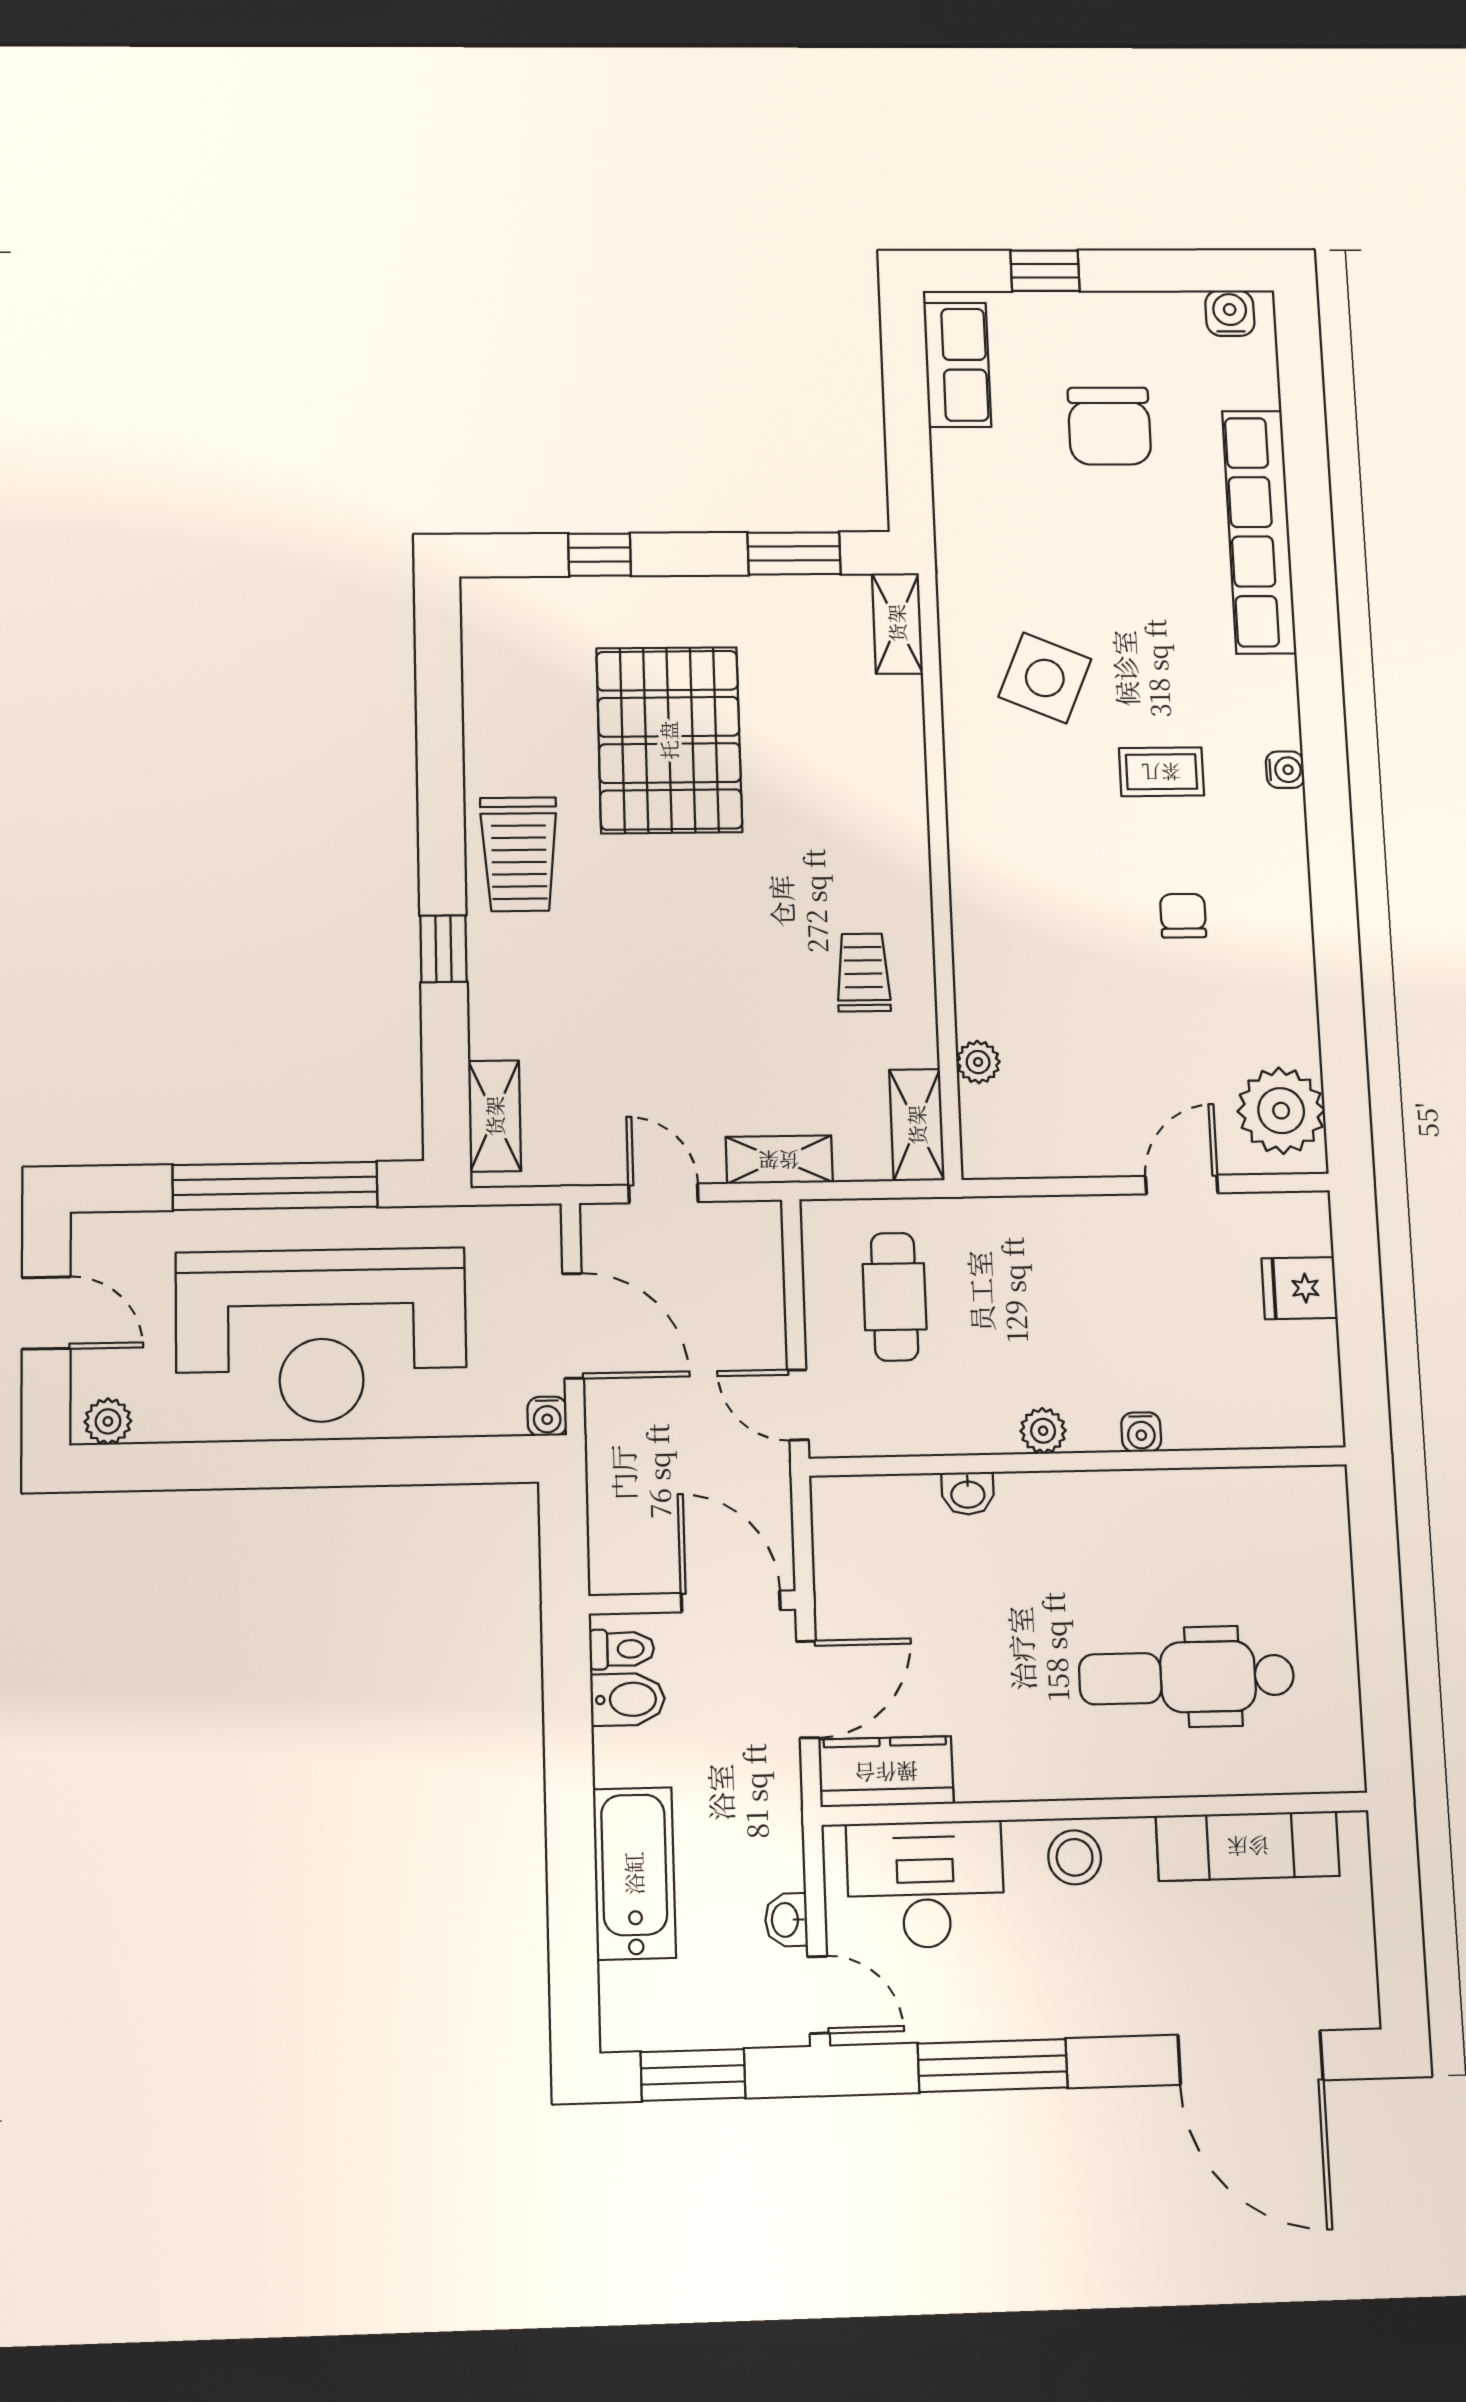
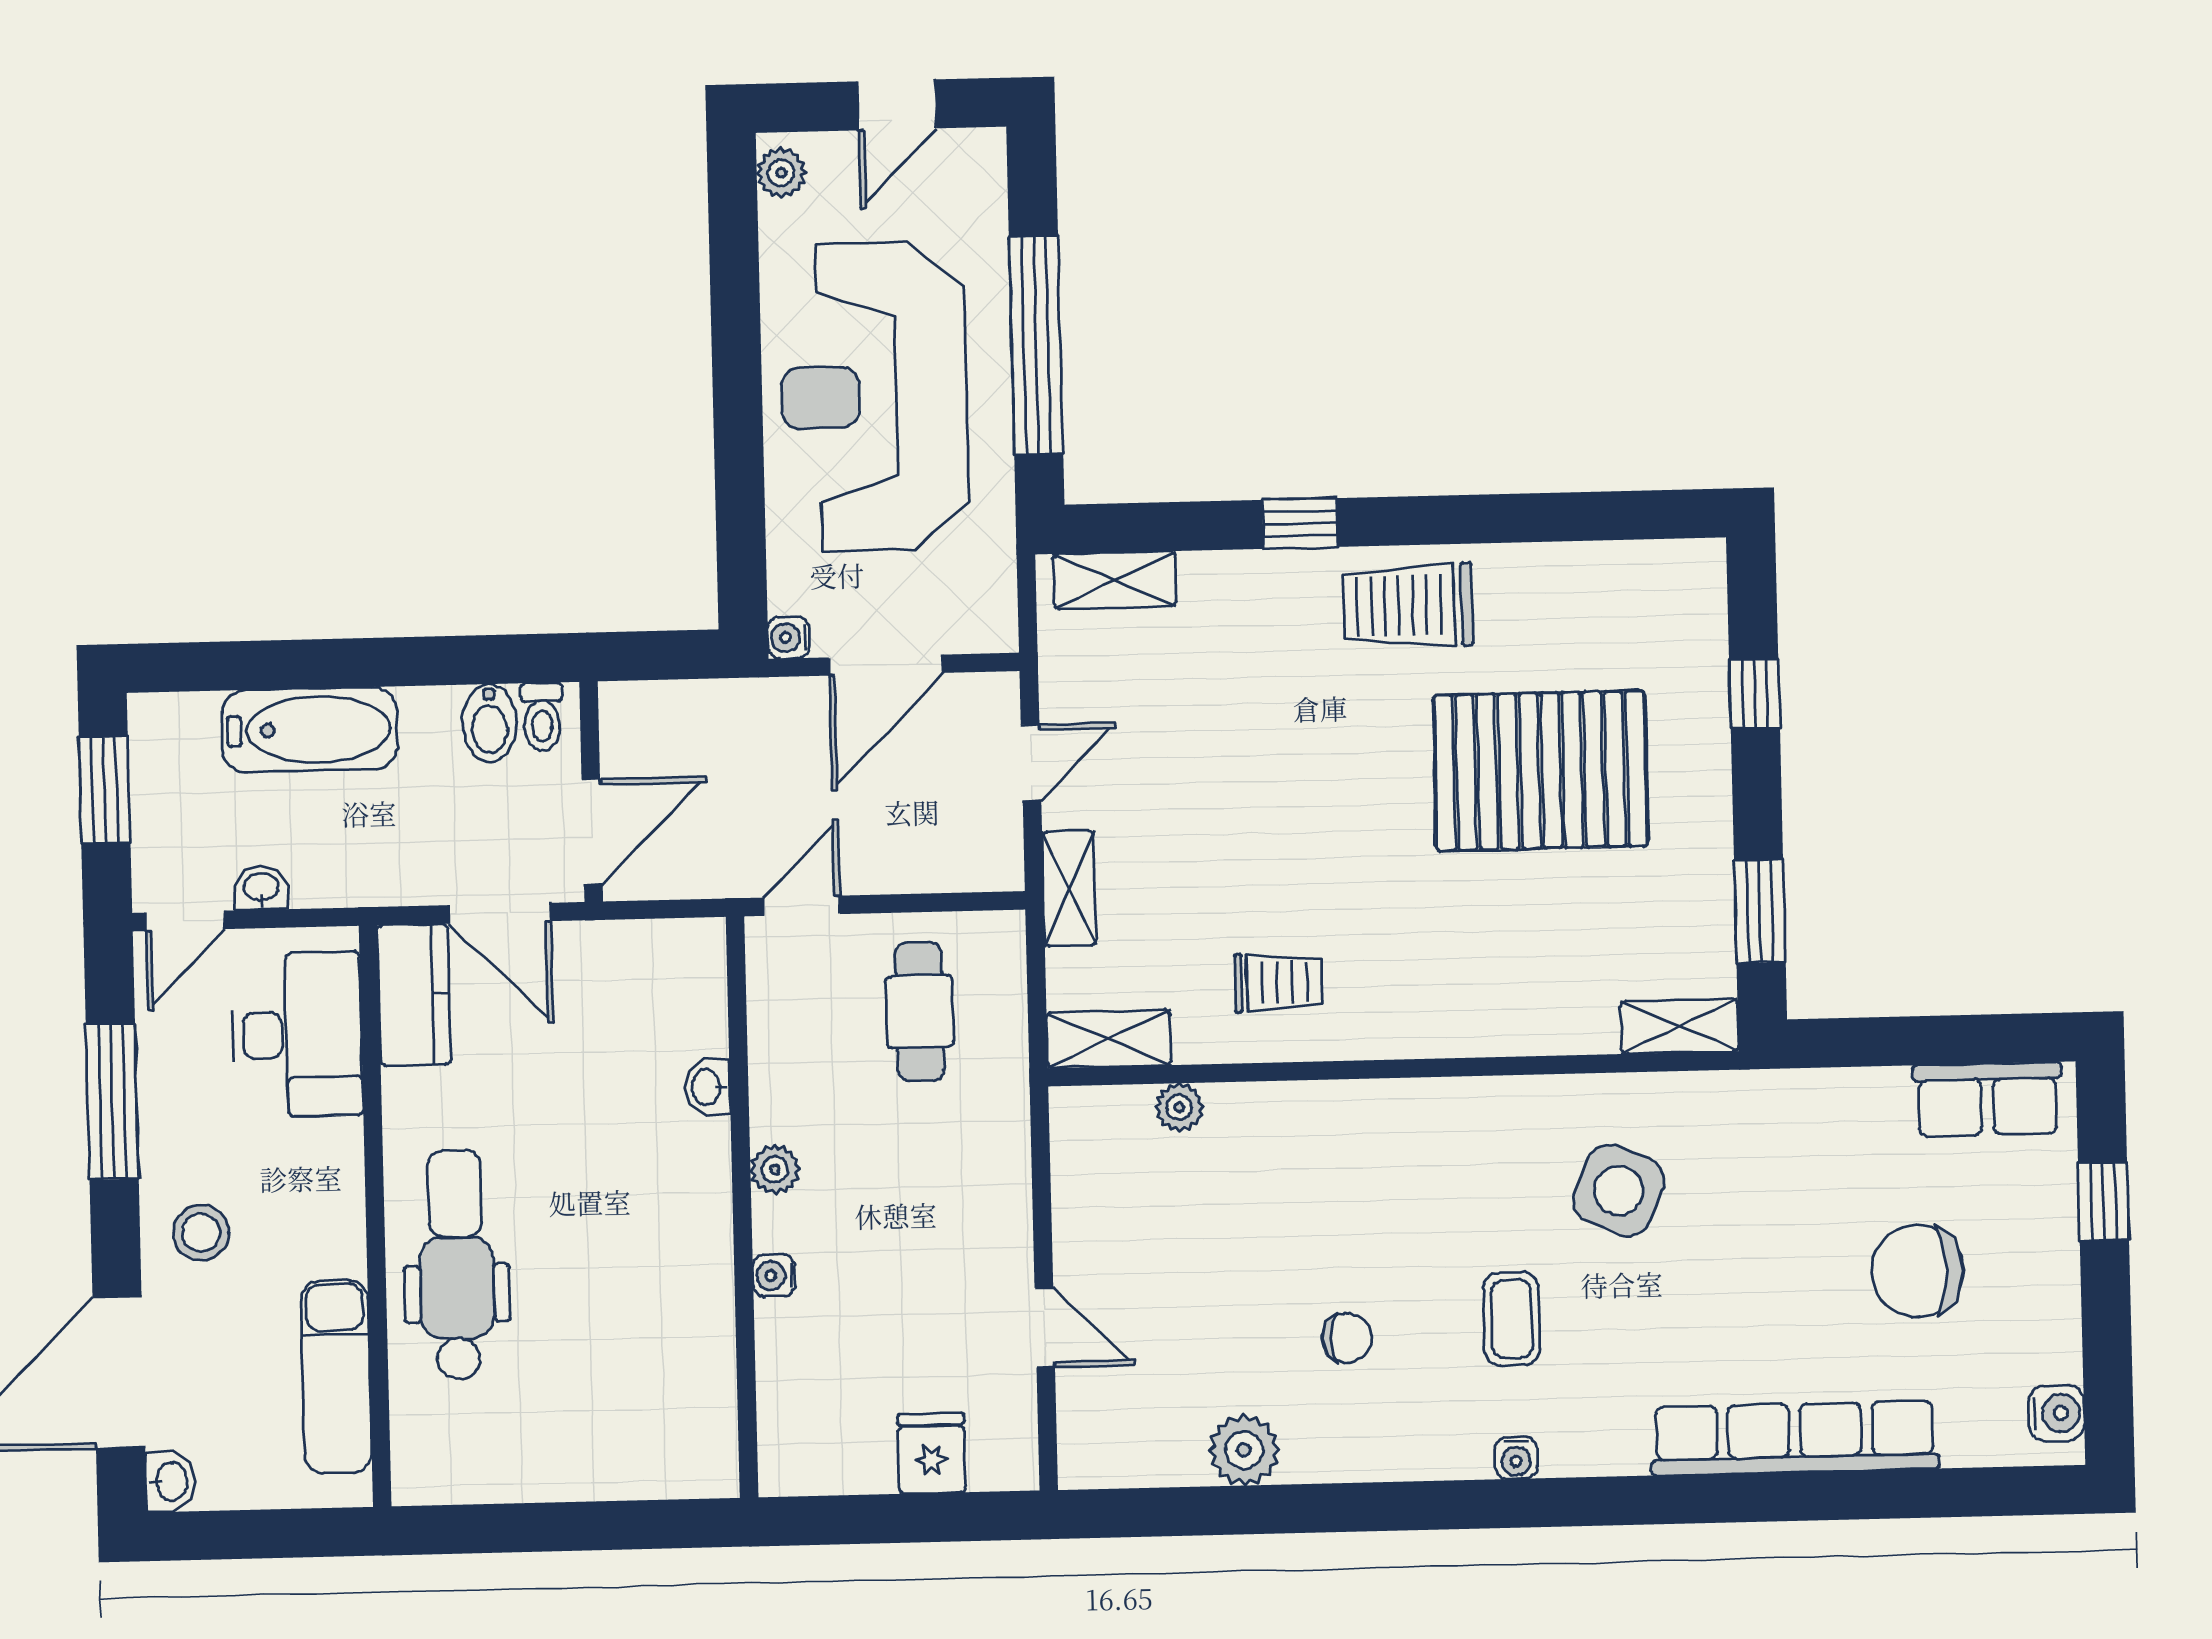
plant: (1281, 1111) -> (1244, 1450), moved, width x0.73, depth x0.73
cafe table: (895, 1297) -> (920, 1012), turned 90
dental chair: (1187, 1677) -> (456, 1265), moved
stool: (1075, 1857) -> (201, 1233), moved
washbasin: (1352, 2006) -> (170, 1482), added

